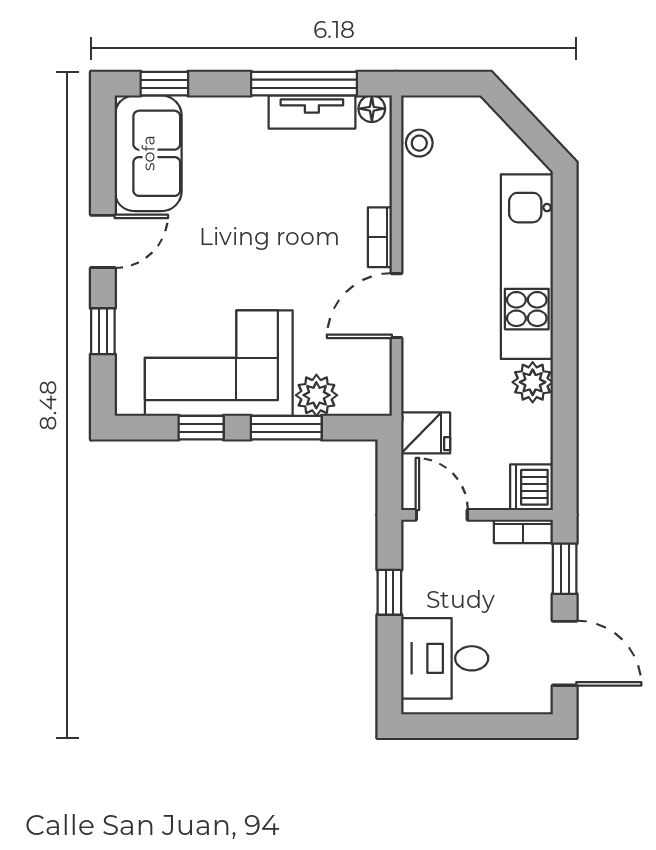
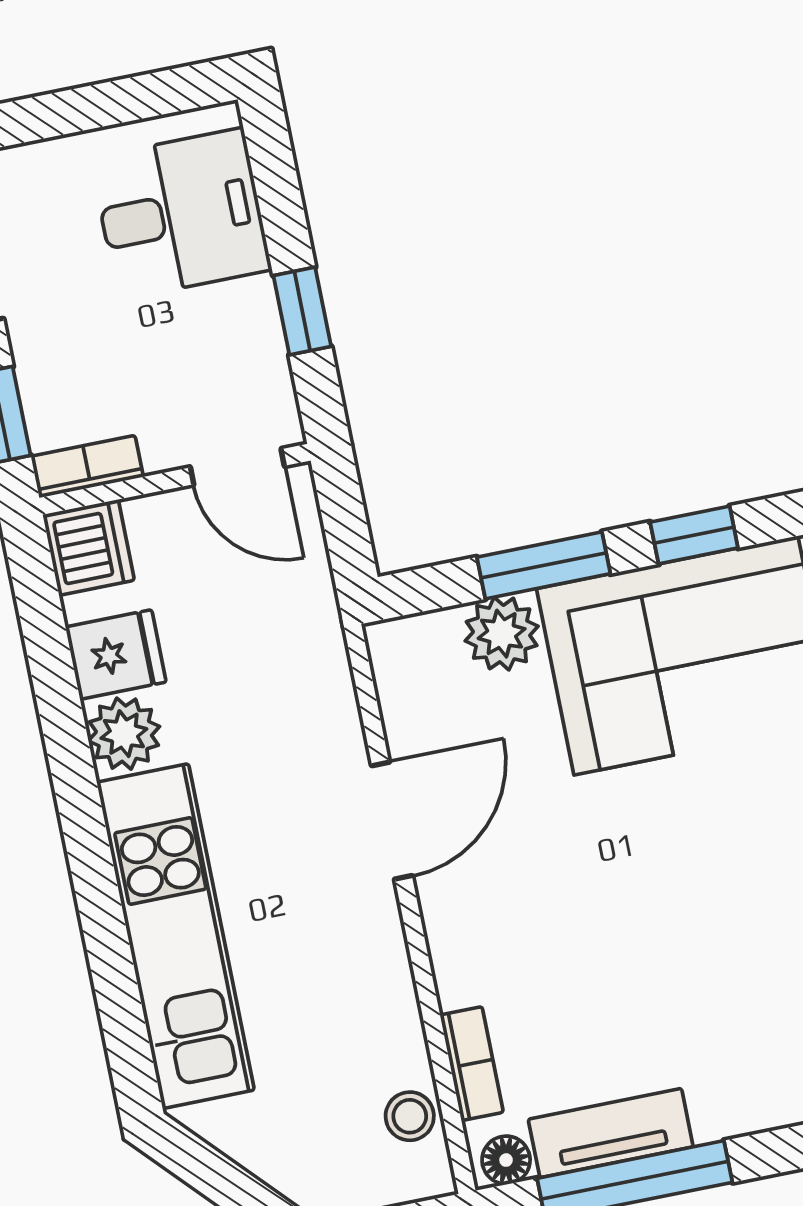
bookcase: (380, 237) -> (472, 1064), moved
fridge: (426, 433) -> (116, 655), moved, turned 180

